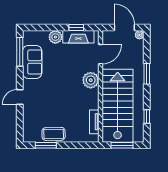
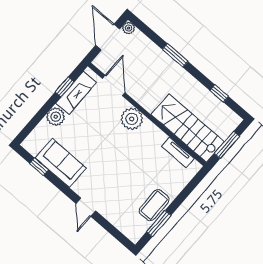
door: (124, 28) -> (108, 37), hinge flipped
window: (20, 52) -> (39, 167), width x0.46
stairs: (118, 106) -> (188, 128), width x0.73, depth x0.66

